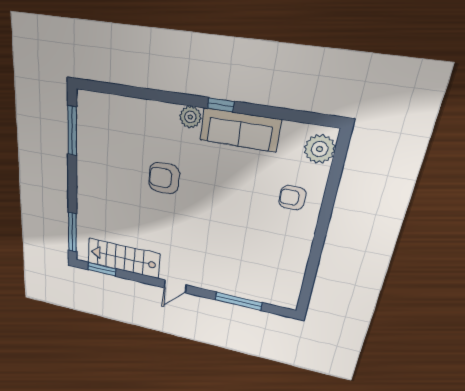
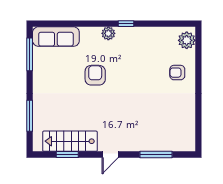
sofa: (240, 130) -> (56, 37), moved
armchair: (164, 178) -> (95, 75), turned 90
window: (72, 232) -> (30, 116), moved
window: (102, 269) -> (67, 155), moved

